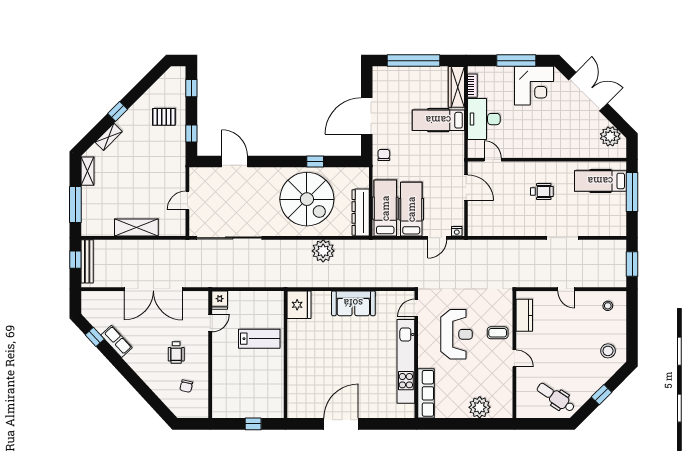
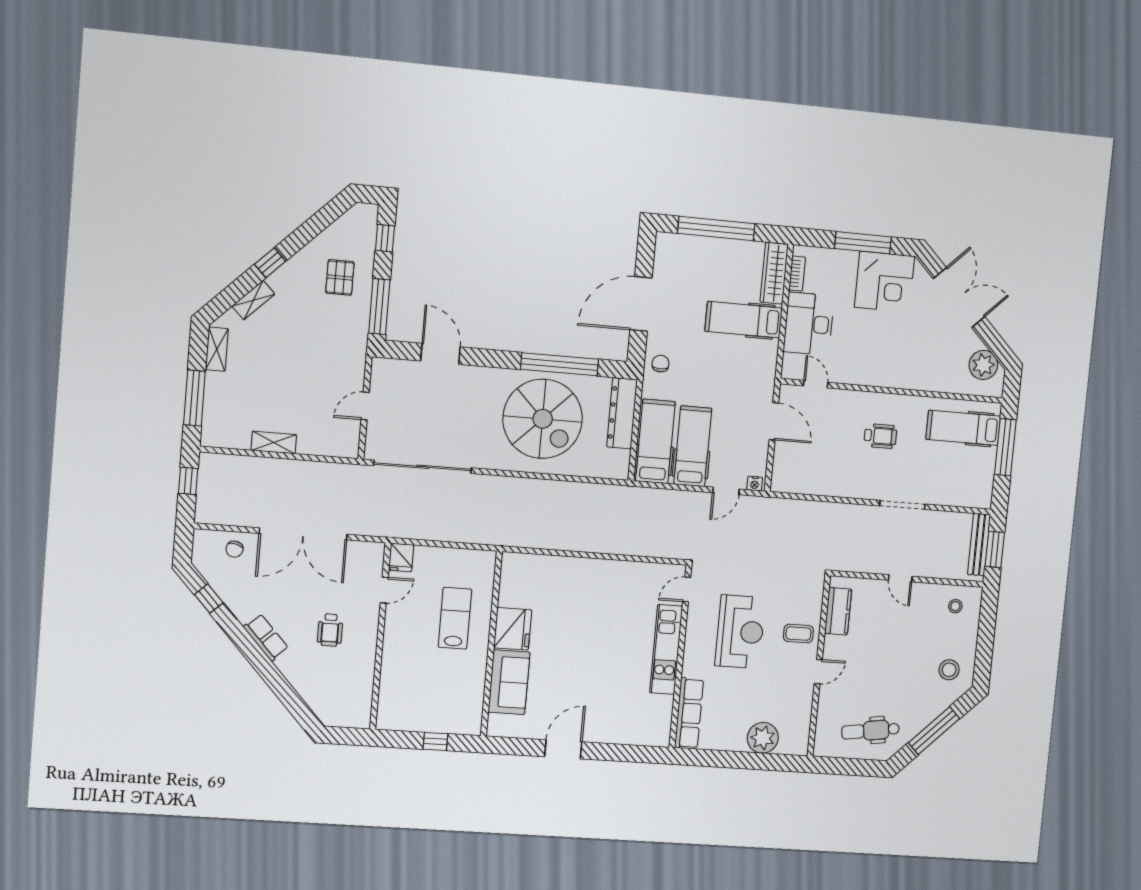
pallet: (164, 117) -> (340, 277), turned 90
window: (191, 134) -> (379, 306), width x2.17
window: (315, 161) -> (560, 364), width x3.17
dresser: (361, 212) -> (622, 413), moved
shelving: (136, 228) -> (274, 443), width x0.67, depth x0.75
plant: (323, 251) -> (560, 497), removed
bench: (87, 261) -> (979, 545), moved
sofa: (353, 303) -> (509, 682), moved, turned -90
fridge: (299, 305) -> (513, 629), moved
lab bench: (259, 339) -> (455, 618), turned -90
row of seats: (117, 341) -> (266, 638), moved
door: (514, 358) -> (818, 672), hinge flipped
kitchen unit: (406, 361) -> (666, 649), width x0.73
chair: (186, 386) -> (235, 549), moved
window: (602, 395) -> (934, 731), width x2.17
dental chair: (556, 397) -> (870, 731), turned -42
door: (341, 424) -> (563, 749), width x0.73

